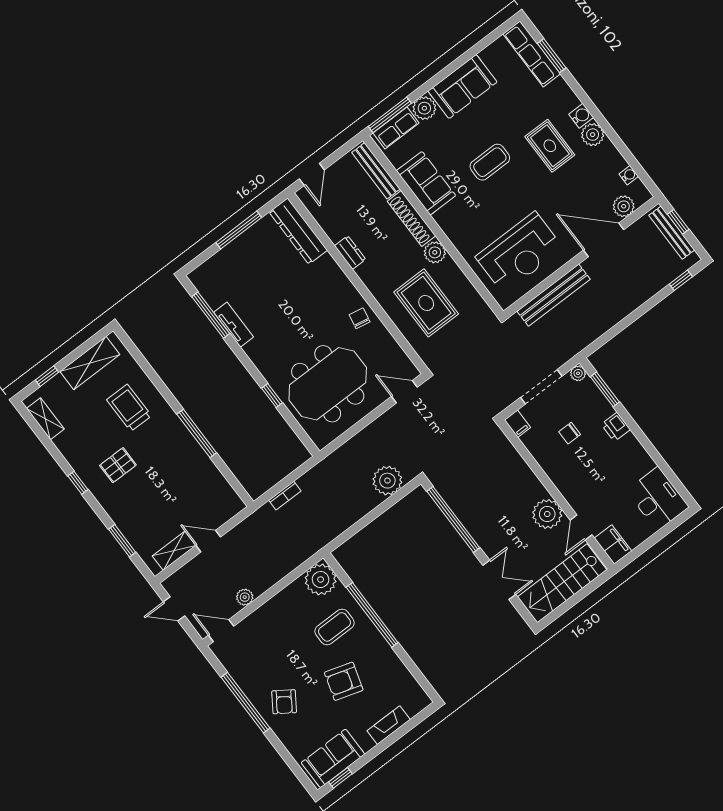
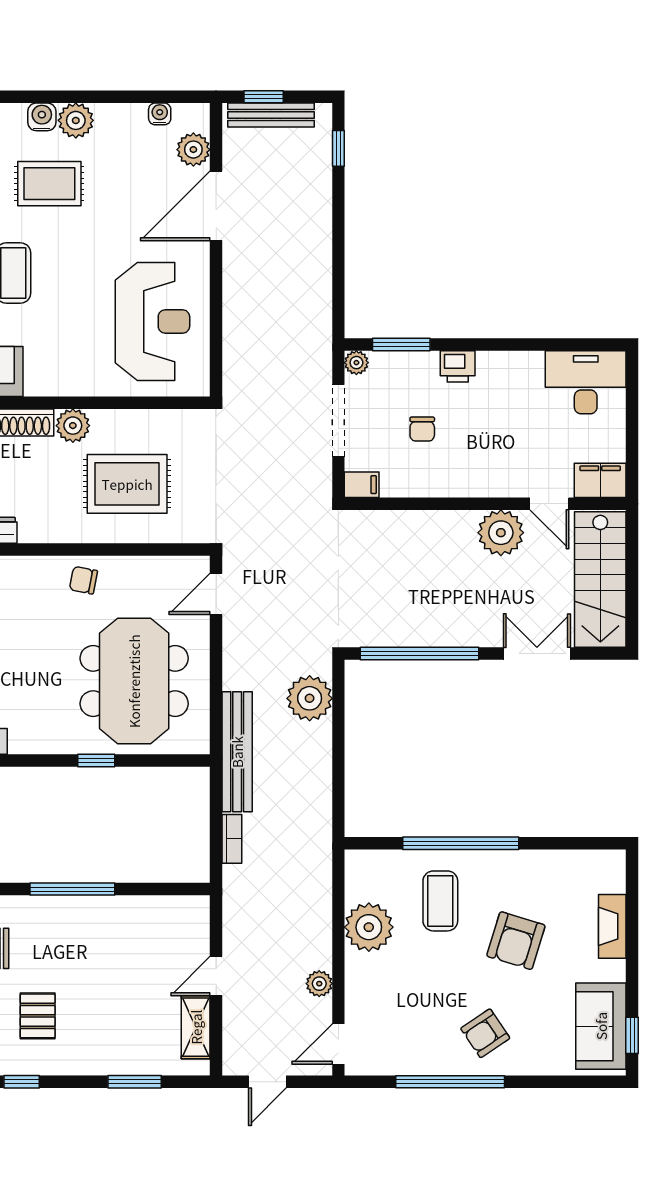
bench: (554, 295) -> (237, 752), moved
plant: (321, 580) -> (369, 927), moved
armchair: (284, 702) -> (485, 1033), turned 112

